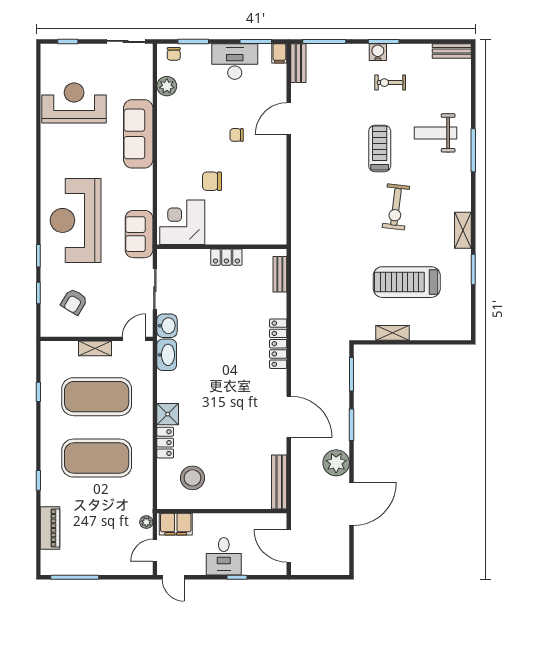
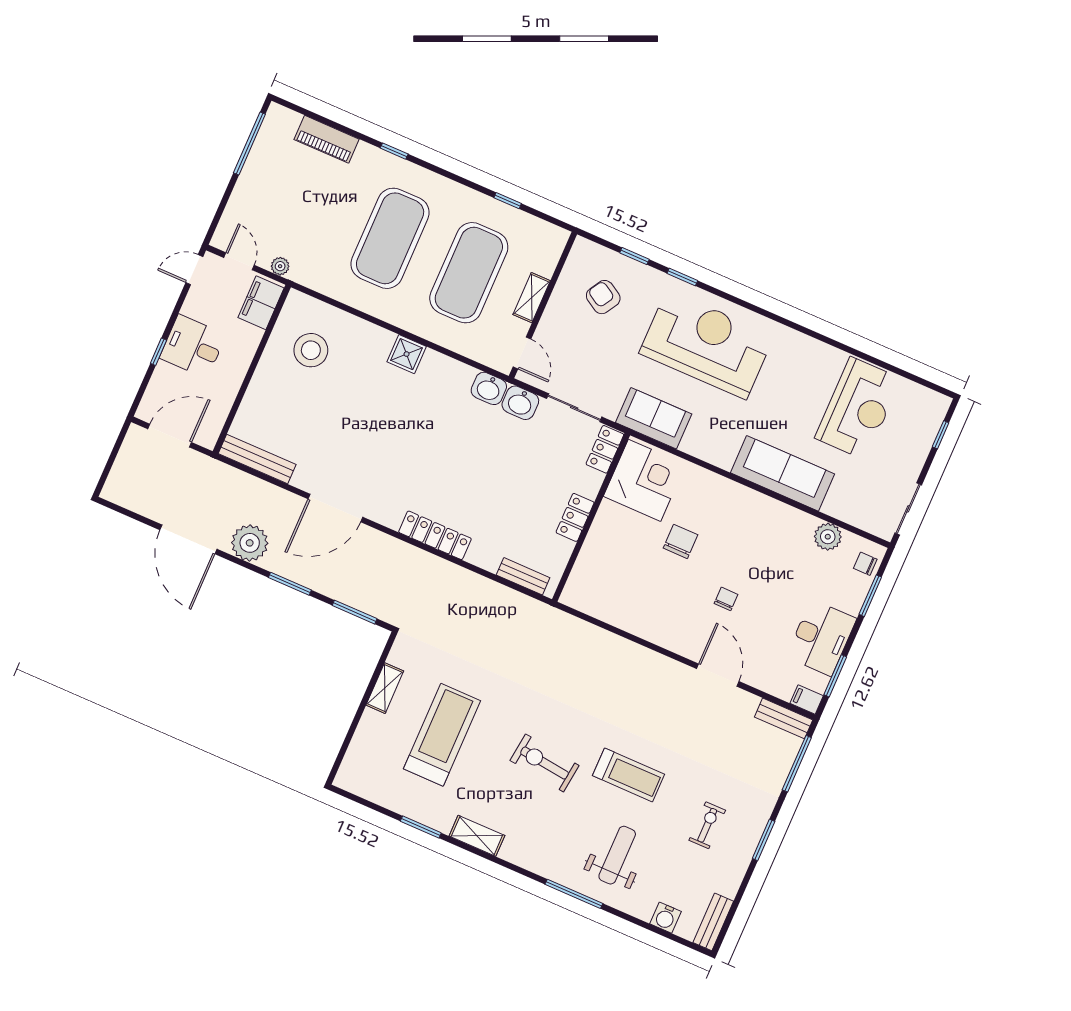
water cooler: (378, 52) -> (665, 918), moved, turned 90
washbasin: (167, 355) -> (489, 388), width x0.72
locker: (165, 443) -> (605, 449), moved, turned 90

